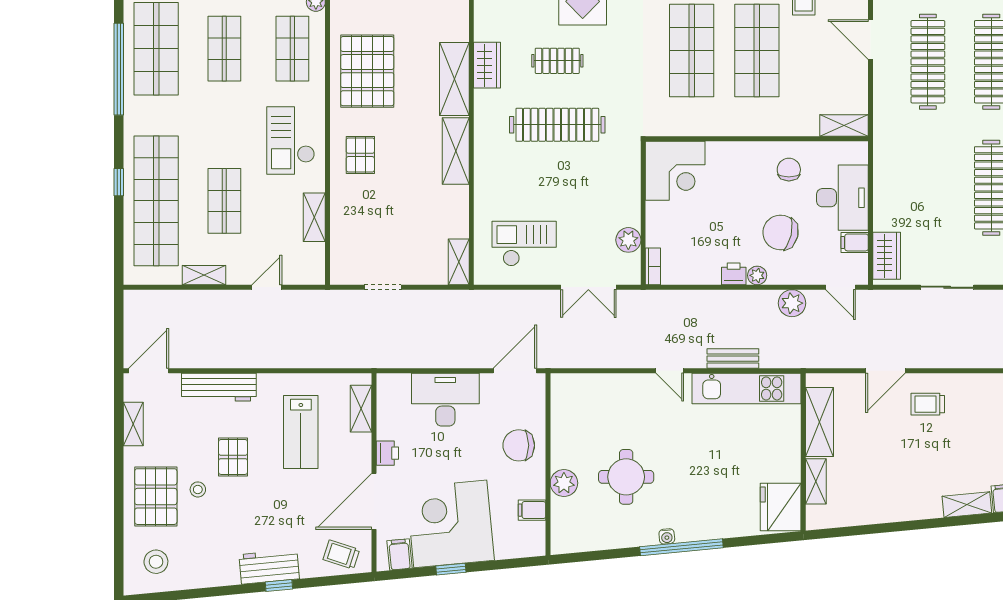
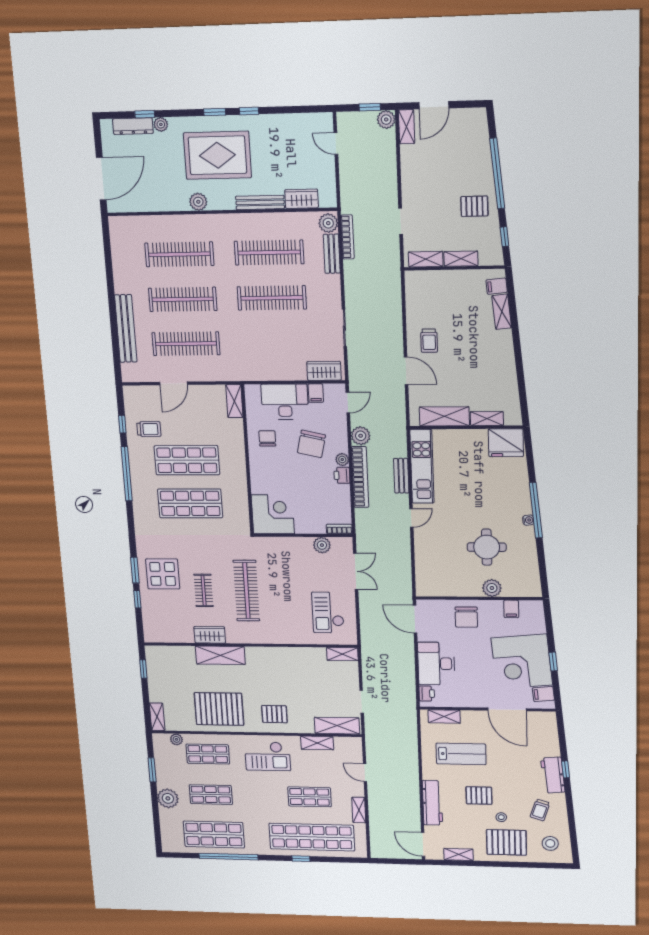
shelving: (456, 151) -> (337, 726), moved
chair: (789, 170) -> (267, 438), turned 90
bookcase: (731, 300) -> (360, 477), added
printer: (387, 453) -> (427, 693), moved, turned 90
trolley: (341, 555) -> (540, 810), moved

